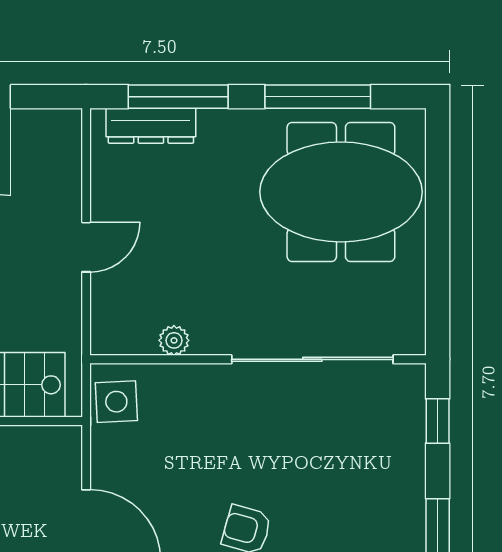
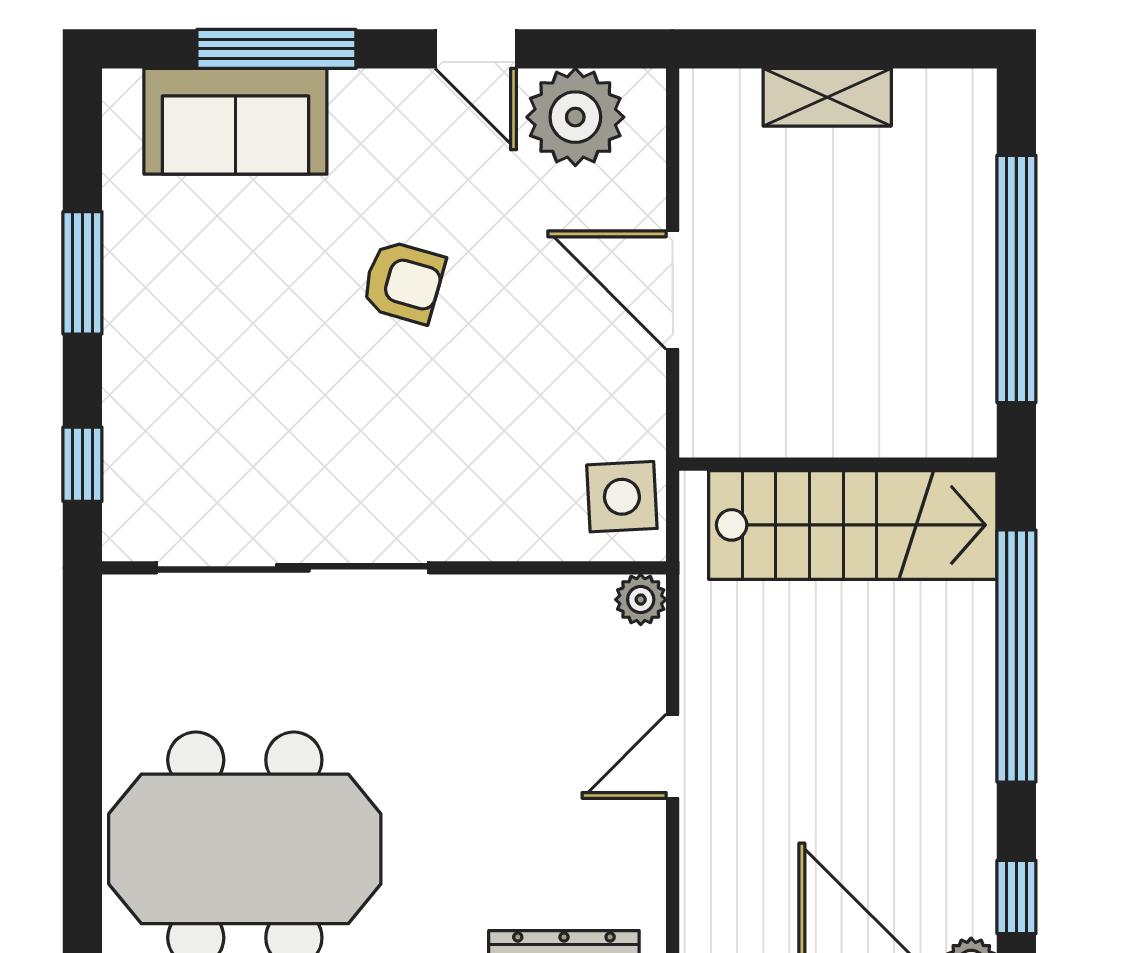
plant: (174, 340) -> (641, 600), moved

